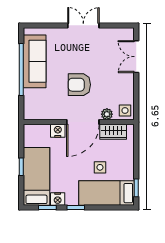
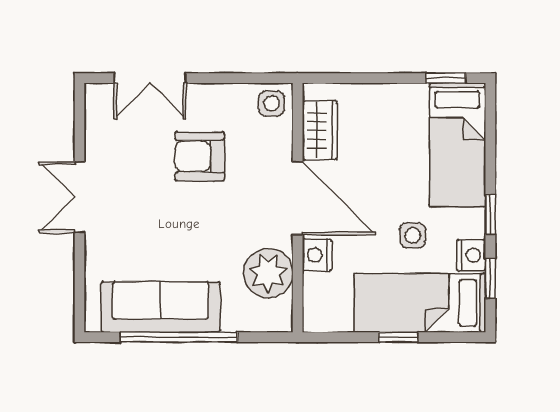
armchair: (79, 85) -> (200, 156), moved, turned 90
plant: (107, 114) -> (268, 273), moved, width x1.87, depth x1.87
side table: (100, 167) -> (413, 235), moved

